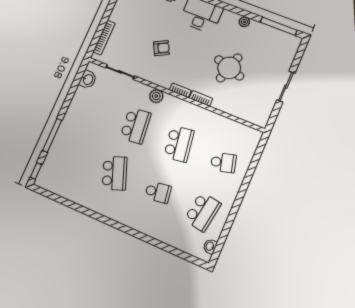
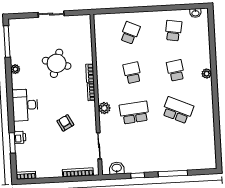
school desk: (179, 144) -> (132, 73), width x0.54
school desk: (223, 163) -> (130, 33), turned 39
window: (36, 171) -> (138, 175), moved
school desk: (115, 173) -> (178, 110), turned 45
school desk: (203, 212) -> (173, 31), width x0.54
plant: (138, 225) -> (207, 74), added

